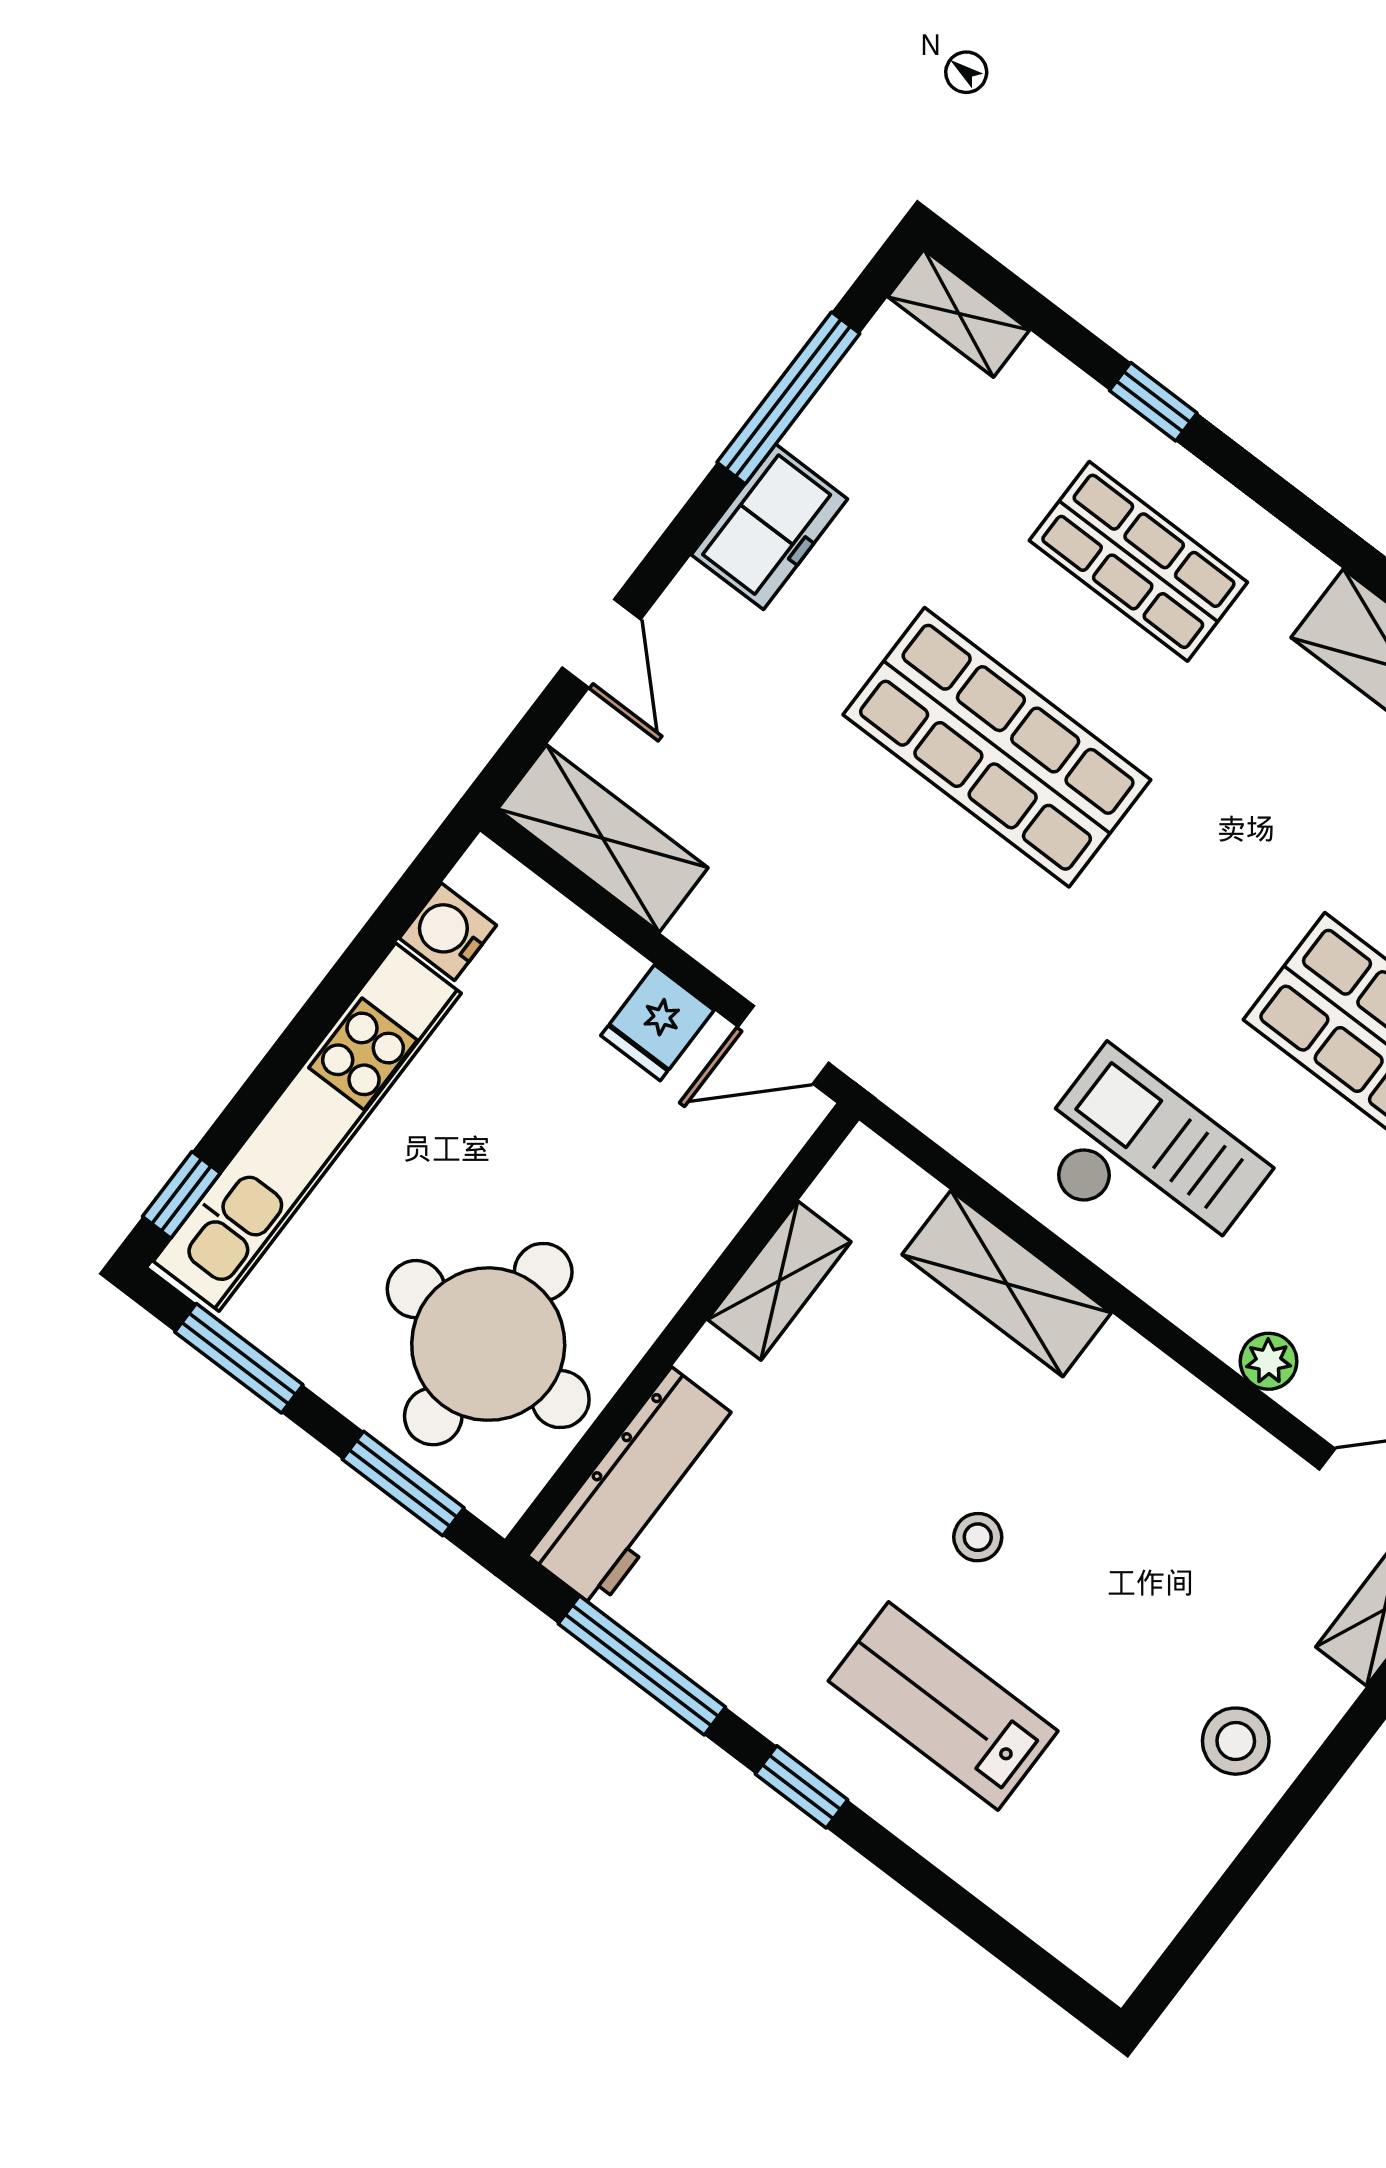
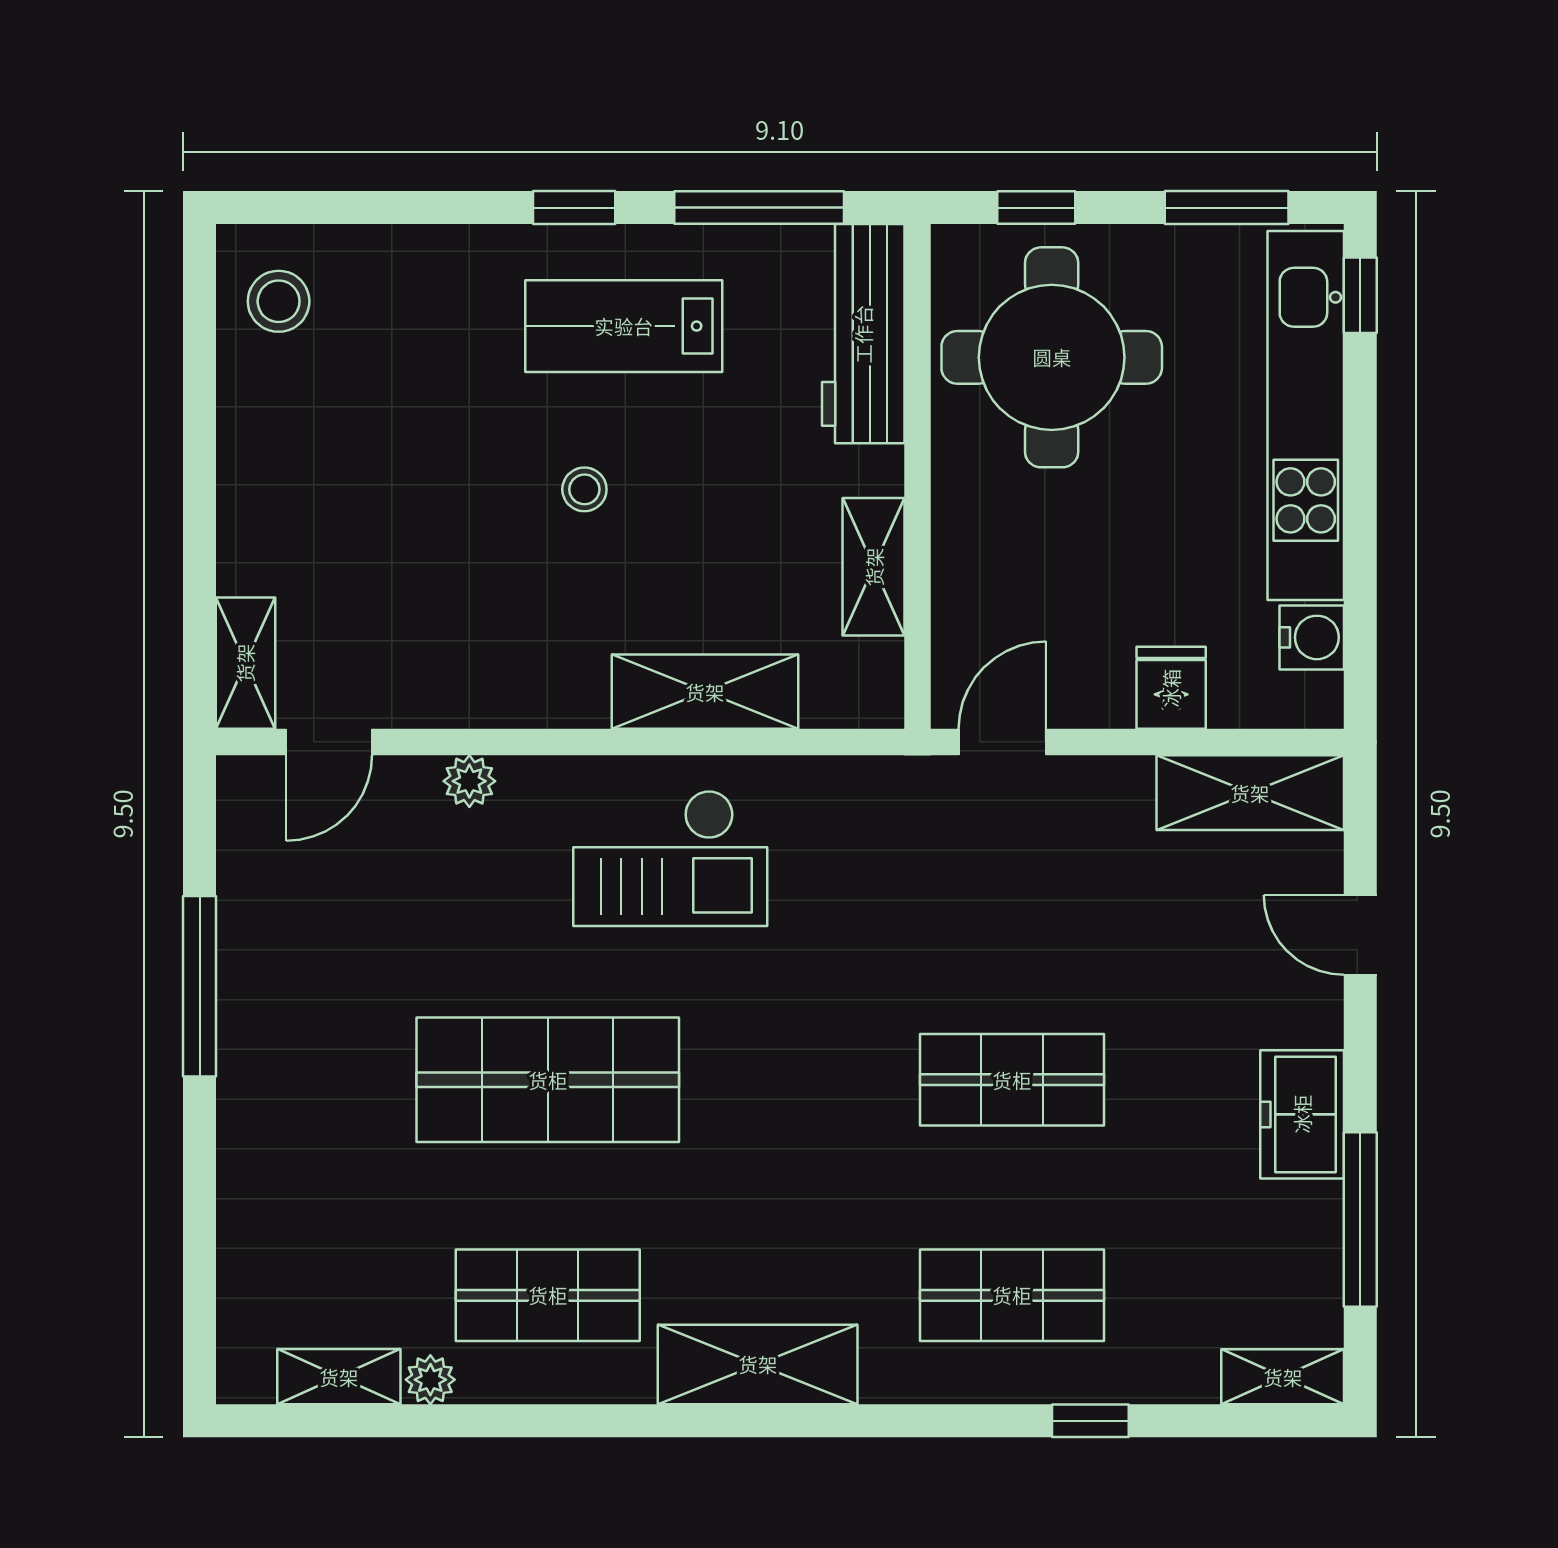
shop shelf: (997, 747) -> (1012, 1080), width x0.70, depth x0.74
fridge: (657, 1023) -> (1171, 688), moved
window: (403, 1483) -> (1036, 208), width x0.67
lab bench: (943, 1706) -> (624, 326), moved, turned 180
stool: (1236, 1741) -> (279, 301), moved

